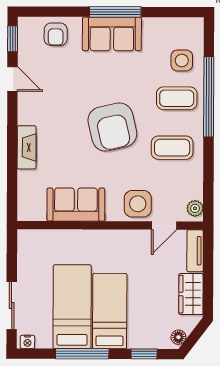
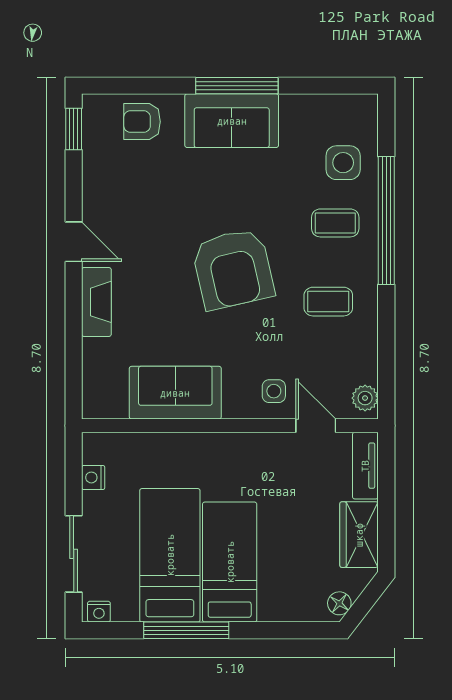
armchair: (56, 34) -> (142, 122), turned 90
door: (12, 79) -> (74, 242), moved
coffee table: (177, 98) -> (335, 223), width x0.73, depth x0.77
coffee table: (172, 148) -> (328, 302), width x0.73, depth x0.77
side table: (138, 204) -> (274, 391), width x0.54, depth x0.54
door: (164, 226) -> (316, 426), swing flipped
nightstand: (24, 258) -> (93, 477), added
window: (144, 354) -> (285, 630), removed

